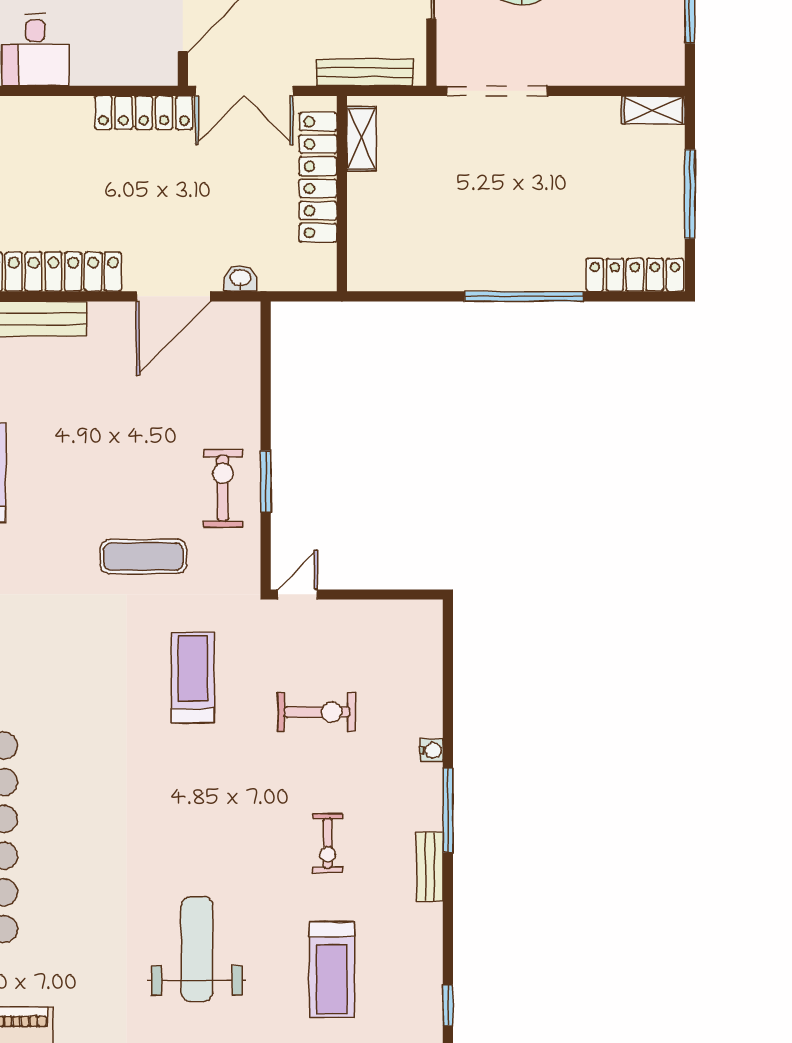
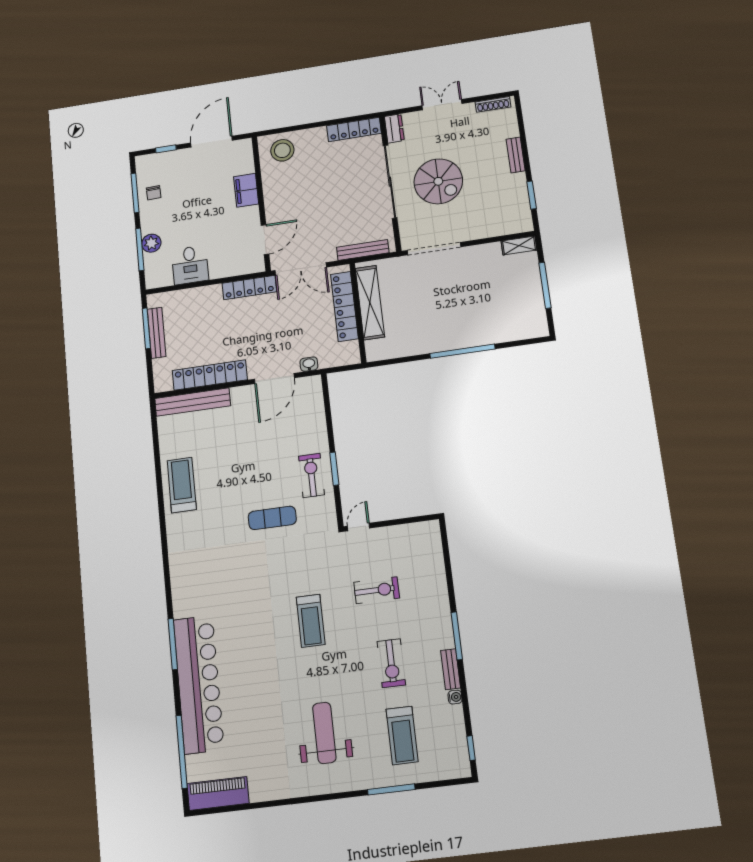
shelving: (361, 139) -> (370, 303), width x2.20, depth x1.33
locker: (635, 275) -> (521, 331), removed
treadmill: (193, 678) -> (311, 621), moved, turned 180
water cooler: (431, 750) -> (455, 697), moved
exercise bike: (328, 843) -> (391, 663), width x1.38, depth x1.39

